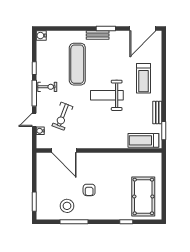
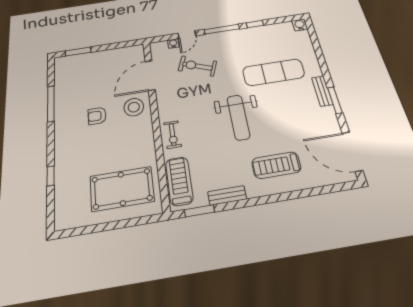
exercise bike: (47, 87) -> (173, 135), moved
weight bench: (107, 95) -> (238, 117), turned 180
door: (34, 120) -> (187, 35), swing flipped
pool table: (143, 196) -> (122, 189), moved
stool: (67, 206) -> (134, 107), moved

